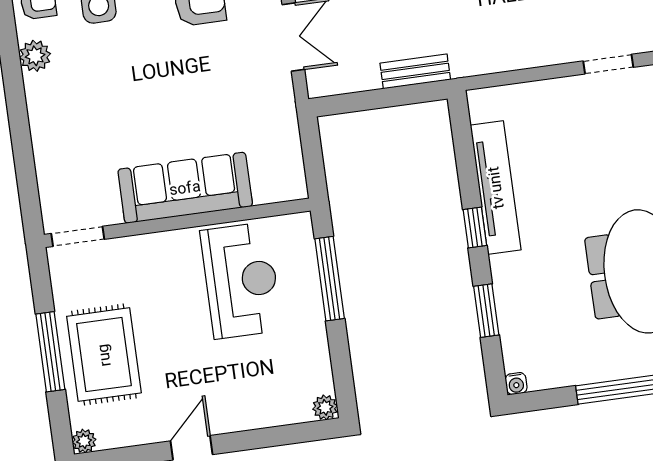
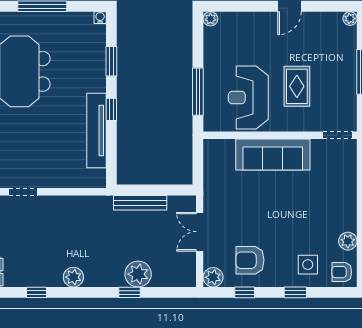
bench: (415, 71) -> (140, 203), width x1.36
rug: (104, 355) -> (297, 86), moved, width x0.73, depth x0.70

